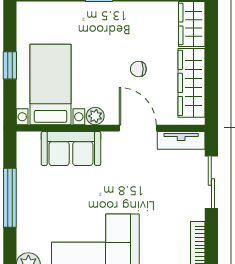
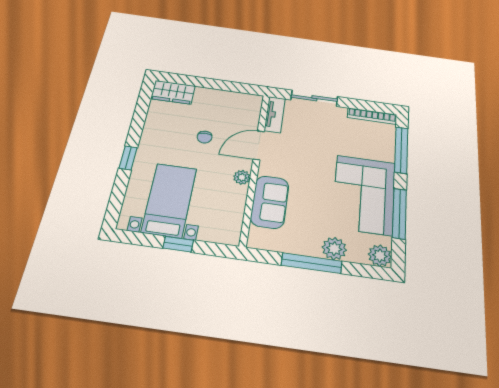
wardrobe: (191, 83) -> (225, 100), removed
bed with nightstands: (51, 84) -> (169, 200), moved, turned 90
plant: (29, 219) -> (334, 249), added

